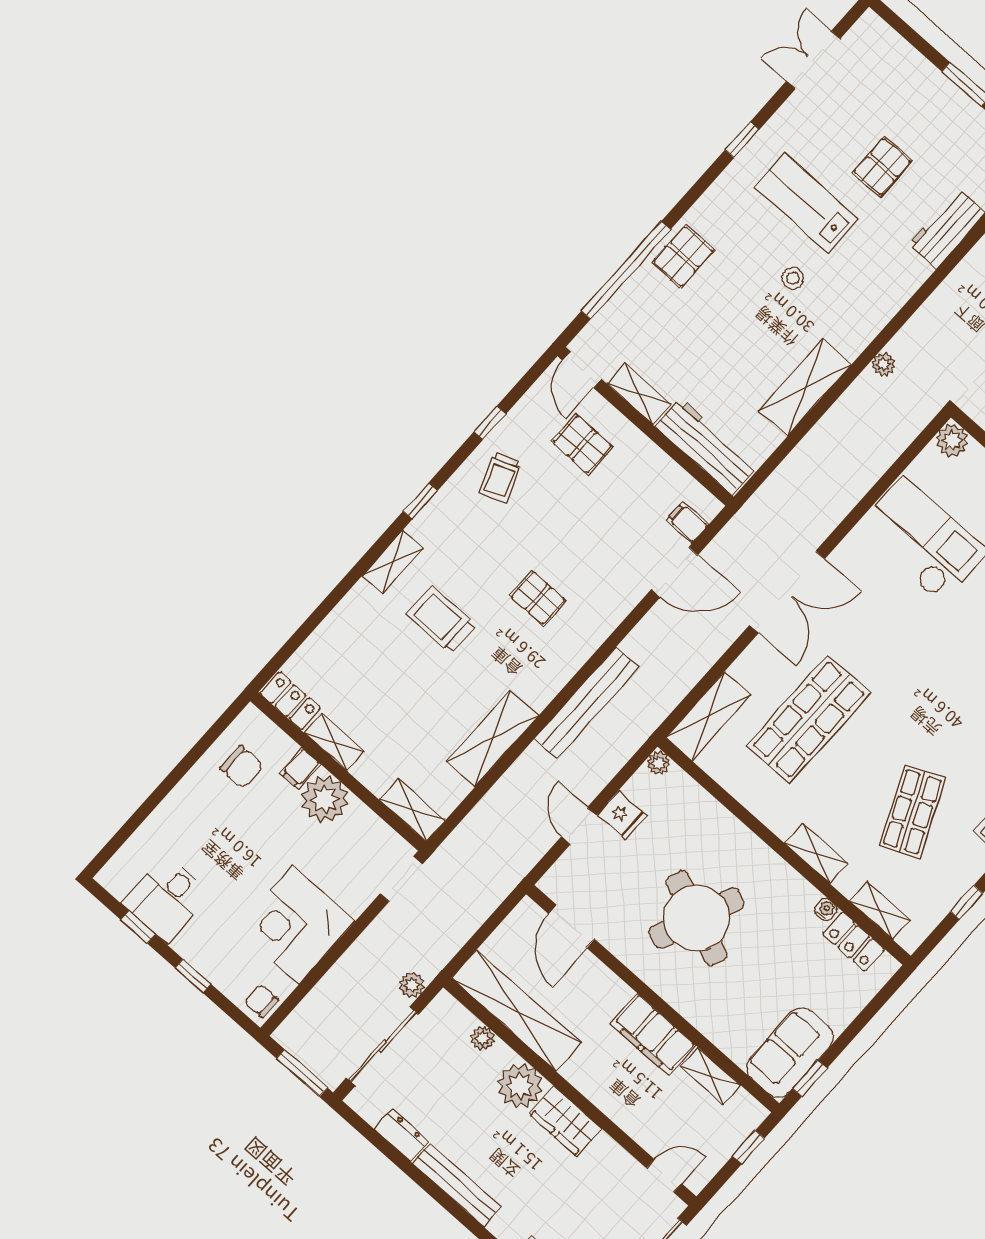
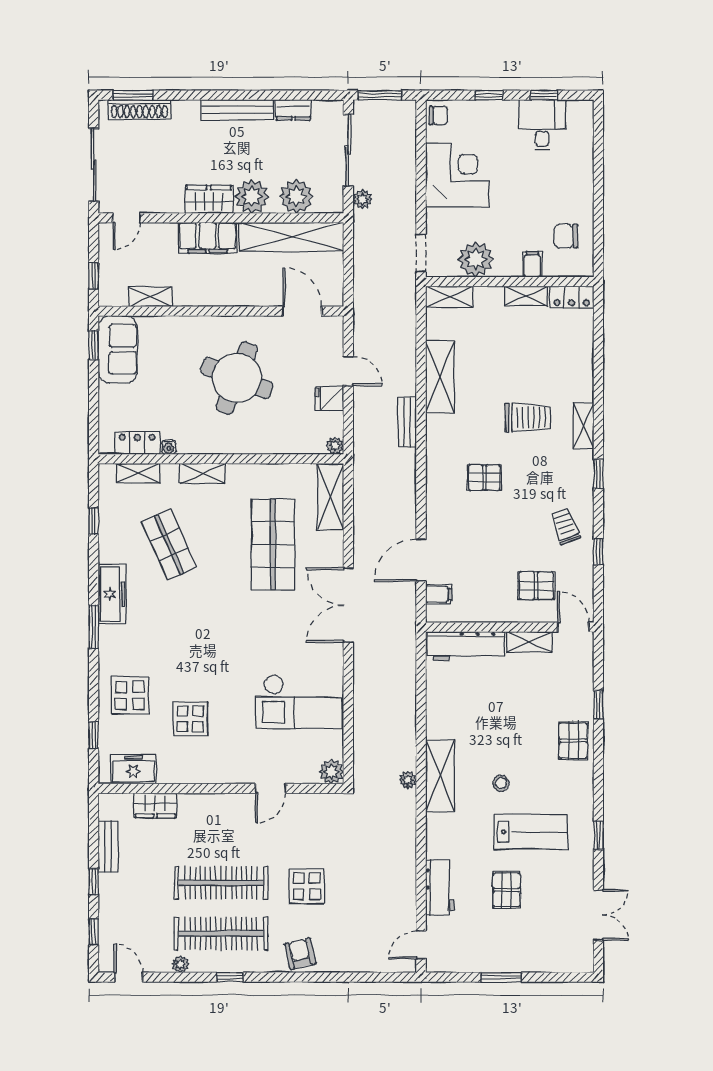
window: (626, 270) -> (598, 705), width x0.32
shelving: (805, 388) -> (440, 776), moved
bench: (587, 703) -> (407, 422), width x0.54, depth x0.82
plant: (325, 799) -> (476, 259), moved
filing cabinet: (653, 1035) -> (208, 238), moved, turned 180
plant: (483, 1038) -> (296, 197), width x1.88, depth x1.88

